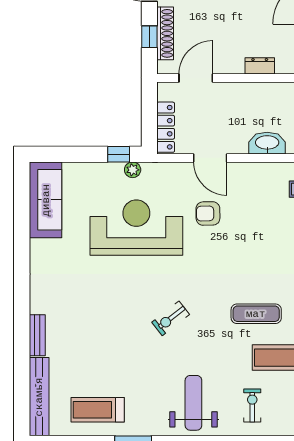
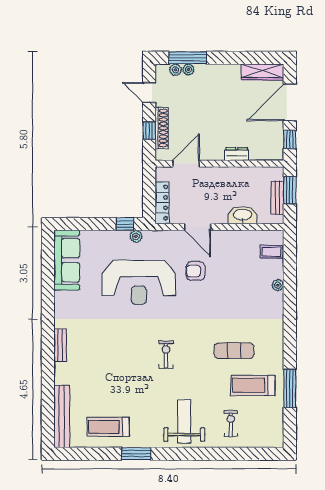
reception desk: (136, 228) -> (139, 282), turned 180
exercise bike: (171, 318) -> (166, 354), turned 128
bench: (37, 335) -> (60, 345), moved

